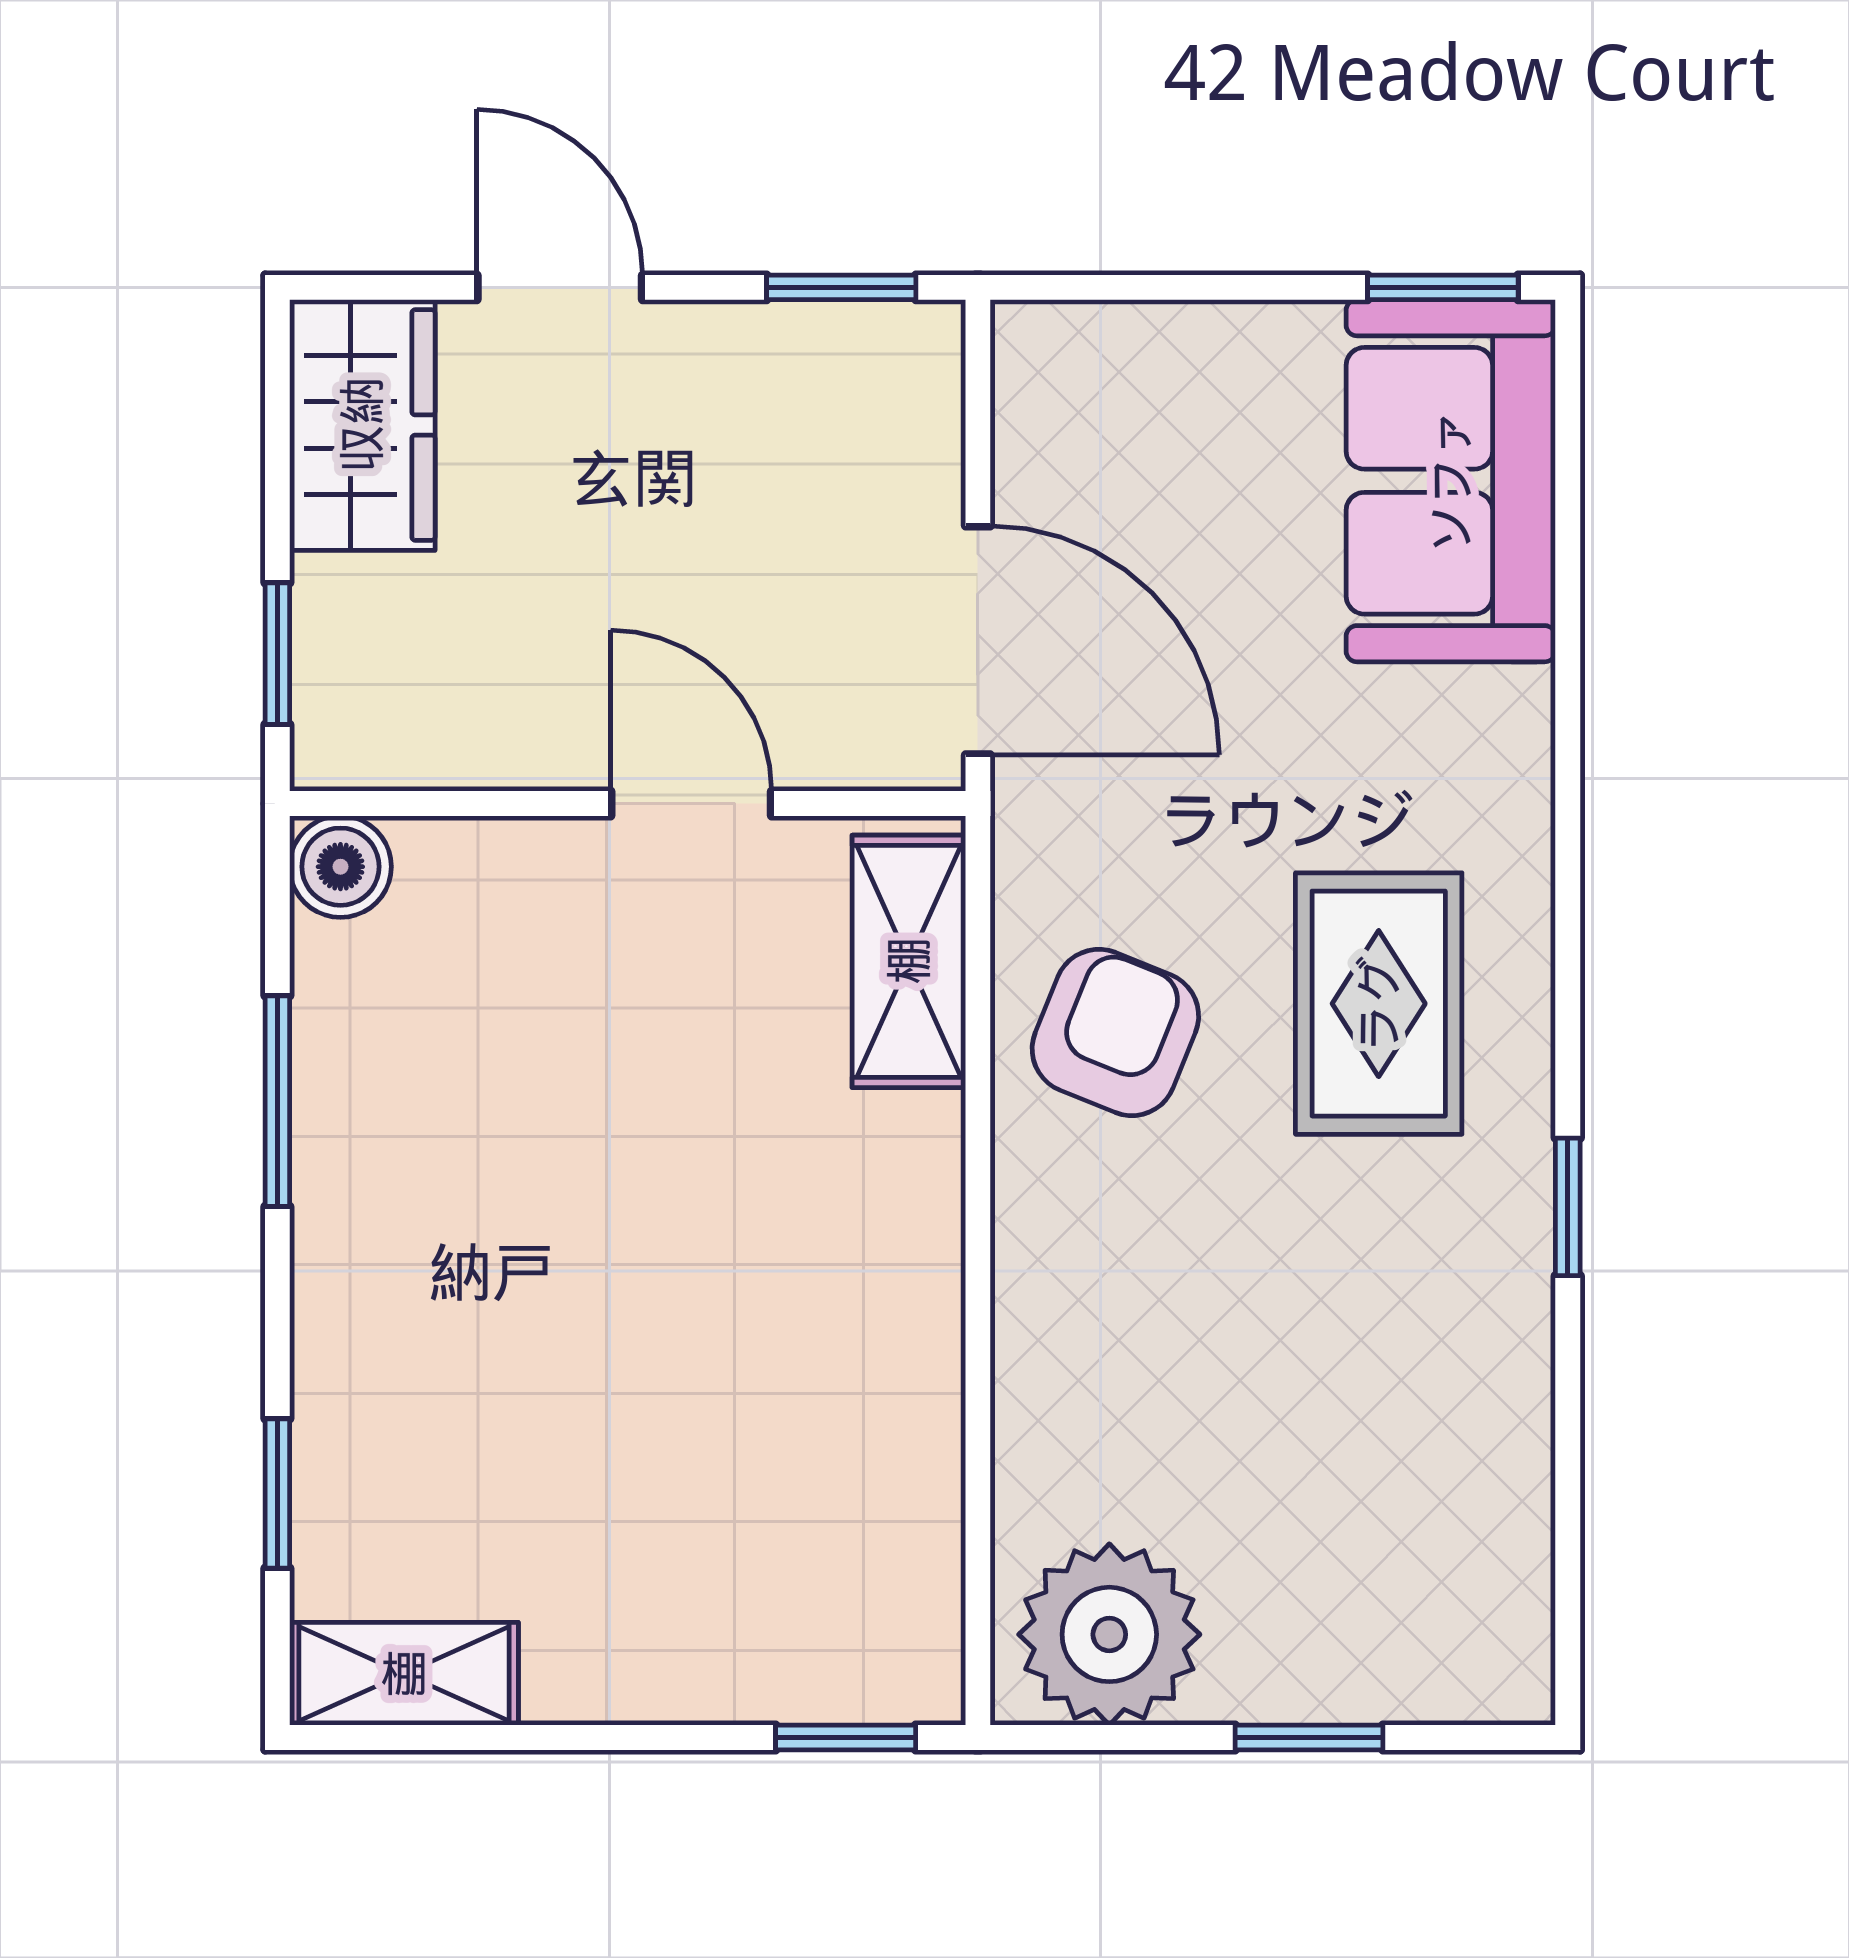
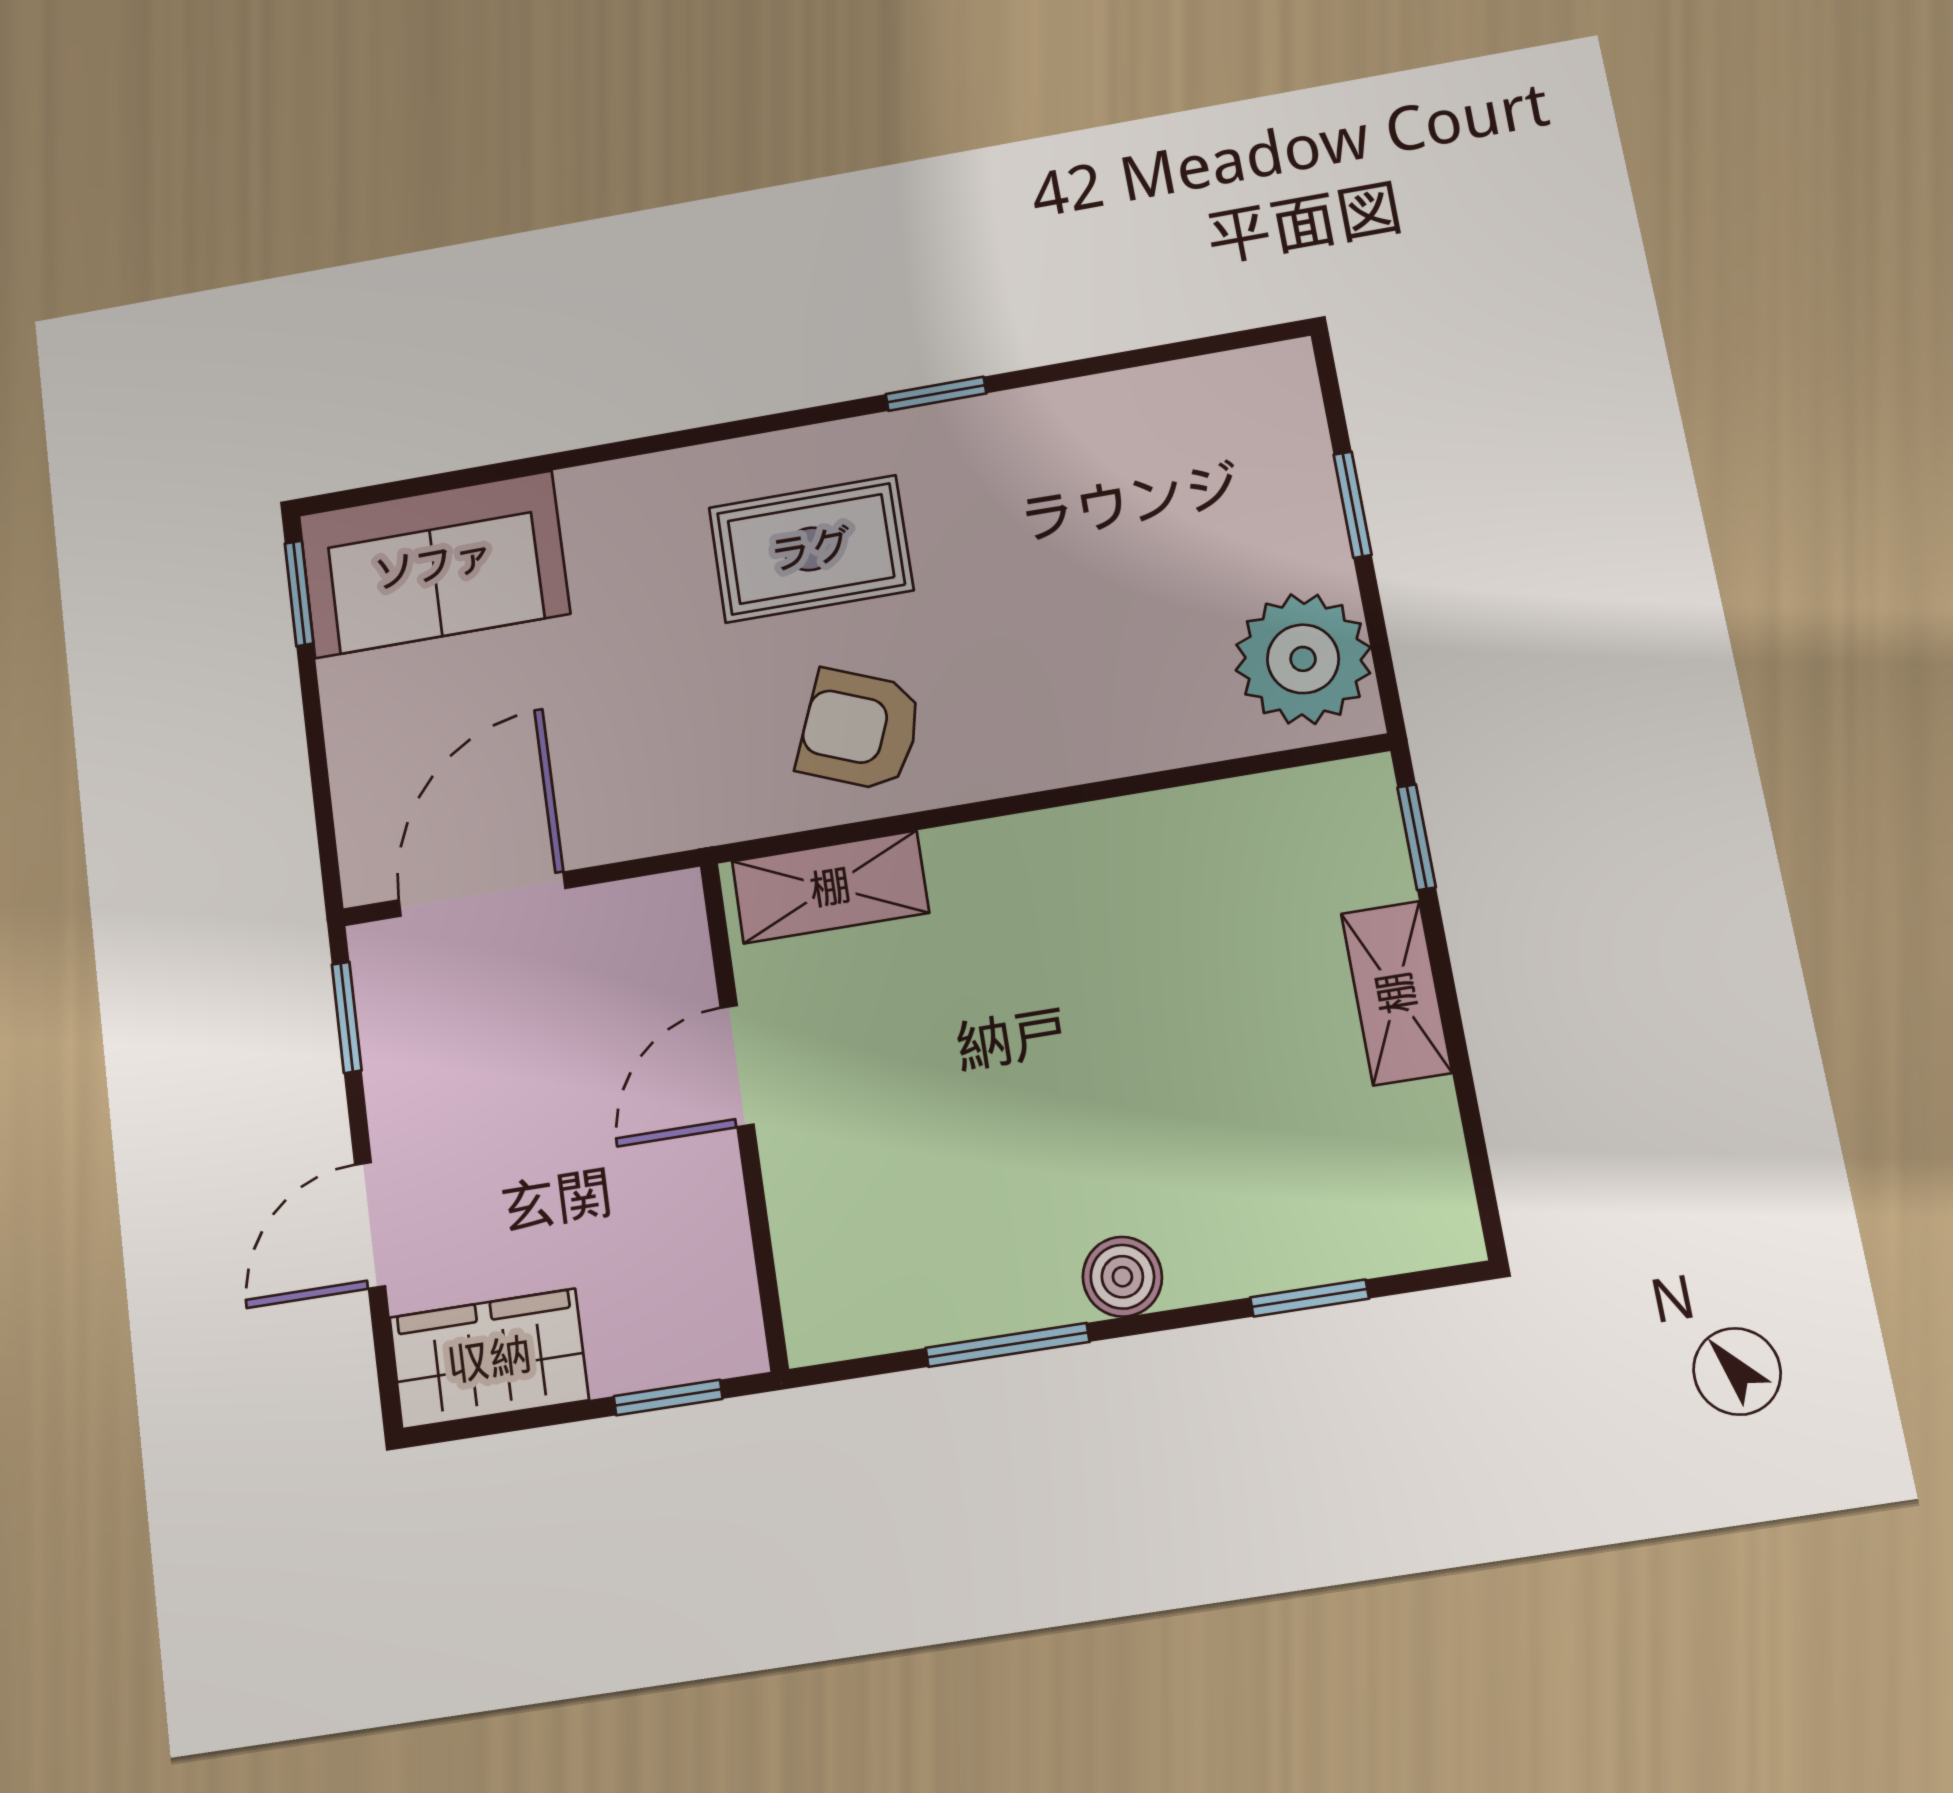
door: (978, 640) -> (482, 894), moved
boiler: (340, 867) -> (1122, 1277), moved
shelving: (404, 1674) -> (1396, 993), moved

